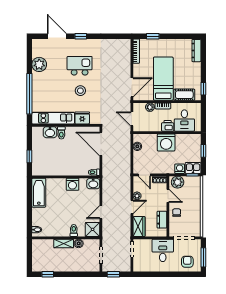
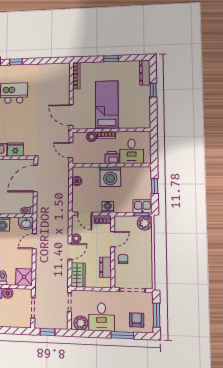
window: (153, 36) -> (111, 59), moved
door: (132, 87) -> (71, 115), swing flipped
window: (203, 89) -> (153, 90), moved
stool: (80, 91) -> (14, 120), removed
cot: (184, 95) -> (131, 122), removed
door: (101, 144) -> (35, 179), hinge flipped
washing machine: (180, 169) -> (108, 207), moved
plant: (178, 182) -> (145, 223), moved
door: (168, 196) -> (113, 239), hinge flipped
door: (101, 212) -> (34, 241), moved
desk: (163, 250) -> (101, 317), moved, turned 180
plant: (141, 266) -> (81, 323), added
window: (176, 274) -> (122, 335), added

